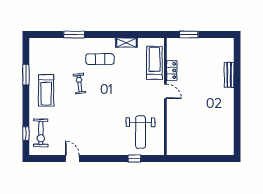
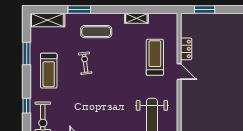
shelving: (45, 44) -> (47, 20), added
exercise mat: (100, 59) -> (96, 32), moved
treadmill: (154, 63) -> (155, 57), moved
window: (26, 134) -> (27, 106), moved

